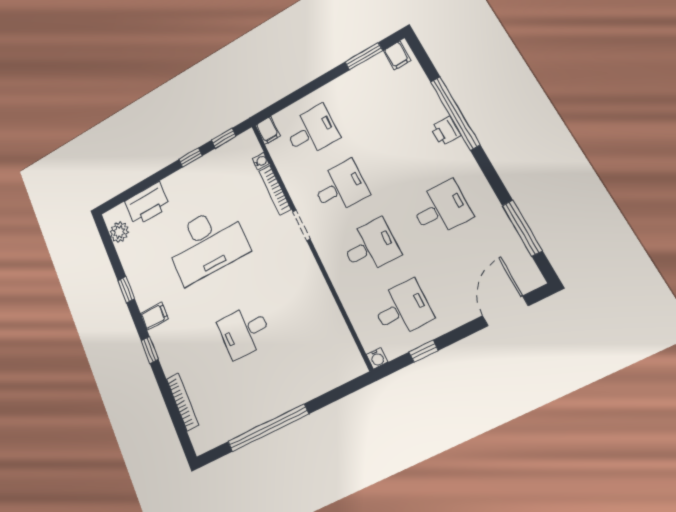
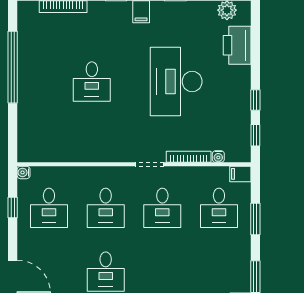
window: (305, 90) -> (255, 219), added
desk: (245, 331) -> (92, 82), turned 180

